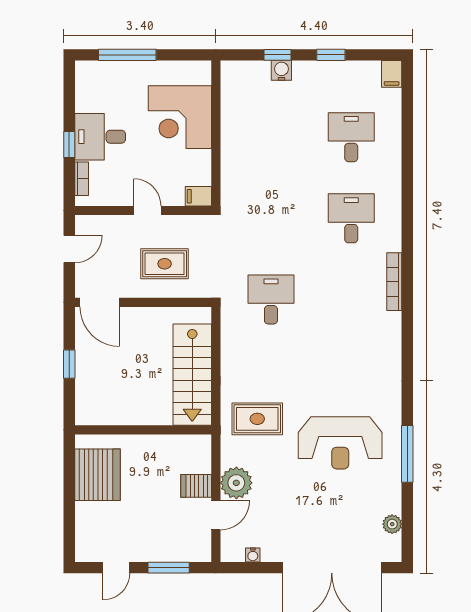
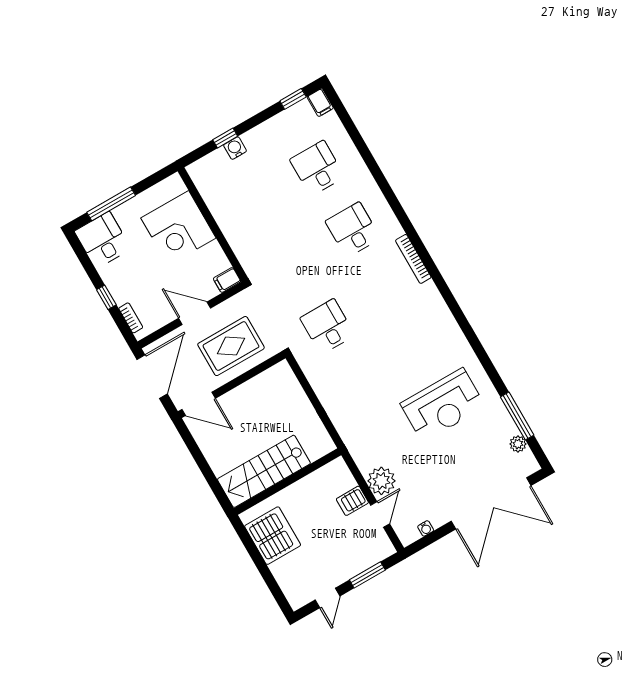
window: (331, 55) -> (293, 99), moved
desk: (100, 137) -> (103, 240), moved, turned 90
door: (147, 211) -> (195, 313), width x1.38
door: (69, 249) -> (152, 377), width x1.87
rug: (165, 264) -> (231, 346), width x1.36, depth x1.43
window: (69, 364) -> (203, 464), removed
stairs: (192, 375) -> (264, 471), moved, turned 90
rug: (257, 419) -> (369, 423), removed
window: (407, 454) -> (517, 416), moved

